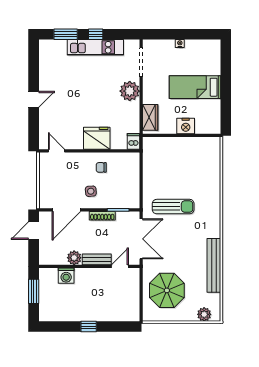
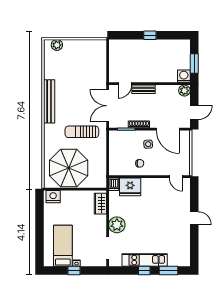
window: (183, 34) -> (74, 271), added
bed: (195, 87) -> (63, 246), moved, turned -90
door: (34, 99) -> (194, 218), swing flipped
nightstand: (186, 126) -> (53, 197), moved
fridge: (97, 138) -> (130, 187), moved
door: (66, 210) -> (168, 129), swing flipped
plant: (74, 258) -> (184, 91), moved
bench: (214, 265) -> (49, 101), moved
washing machine: (66, 276) -> (184, 76), moved
parasol: (167, 290) -> (69, 168), moved, width x1.36, depth x1.36

